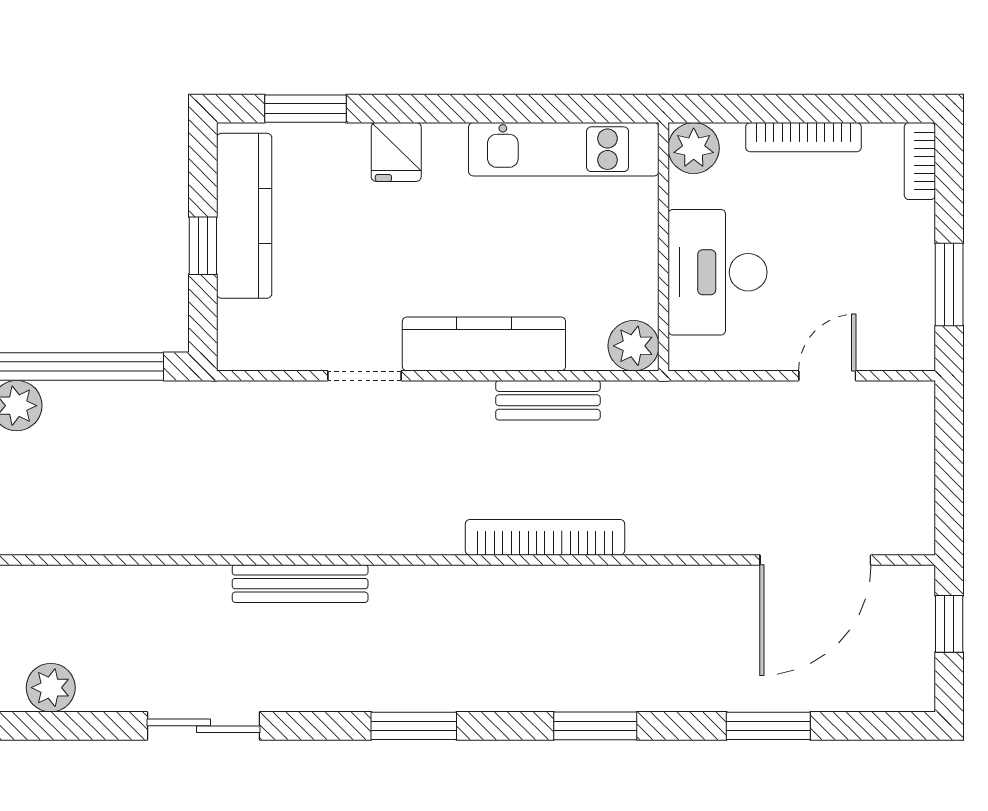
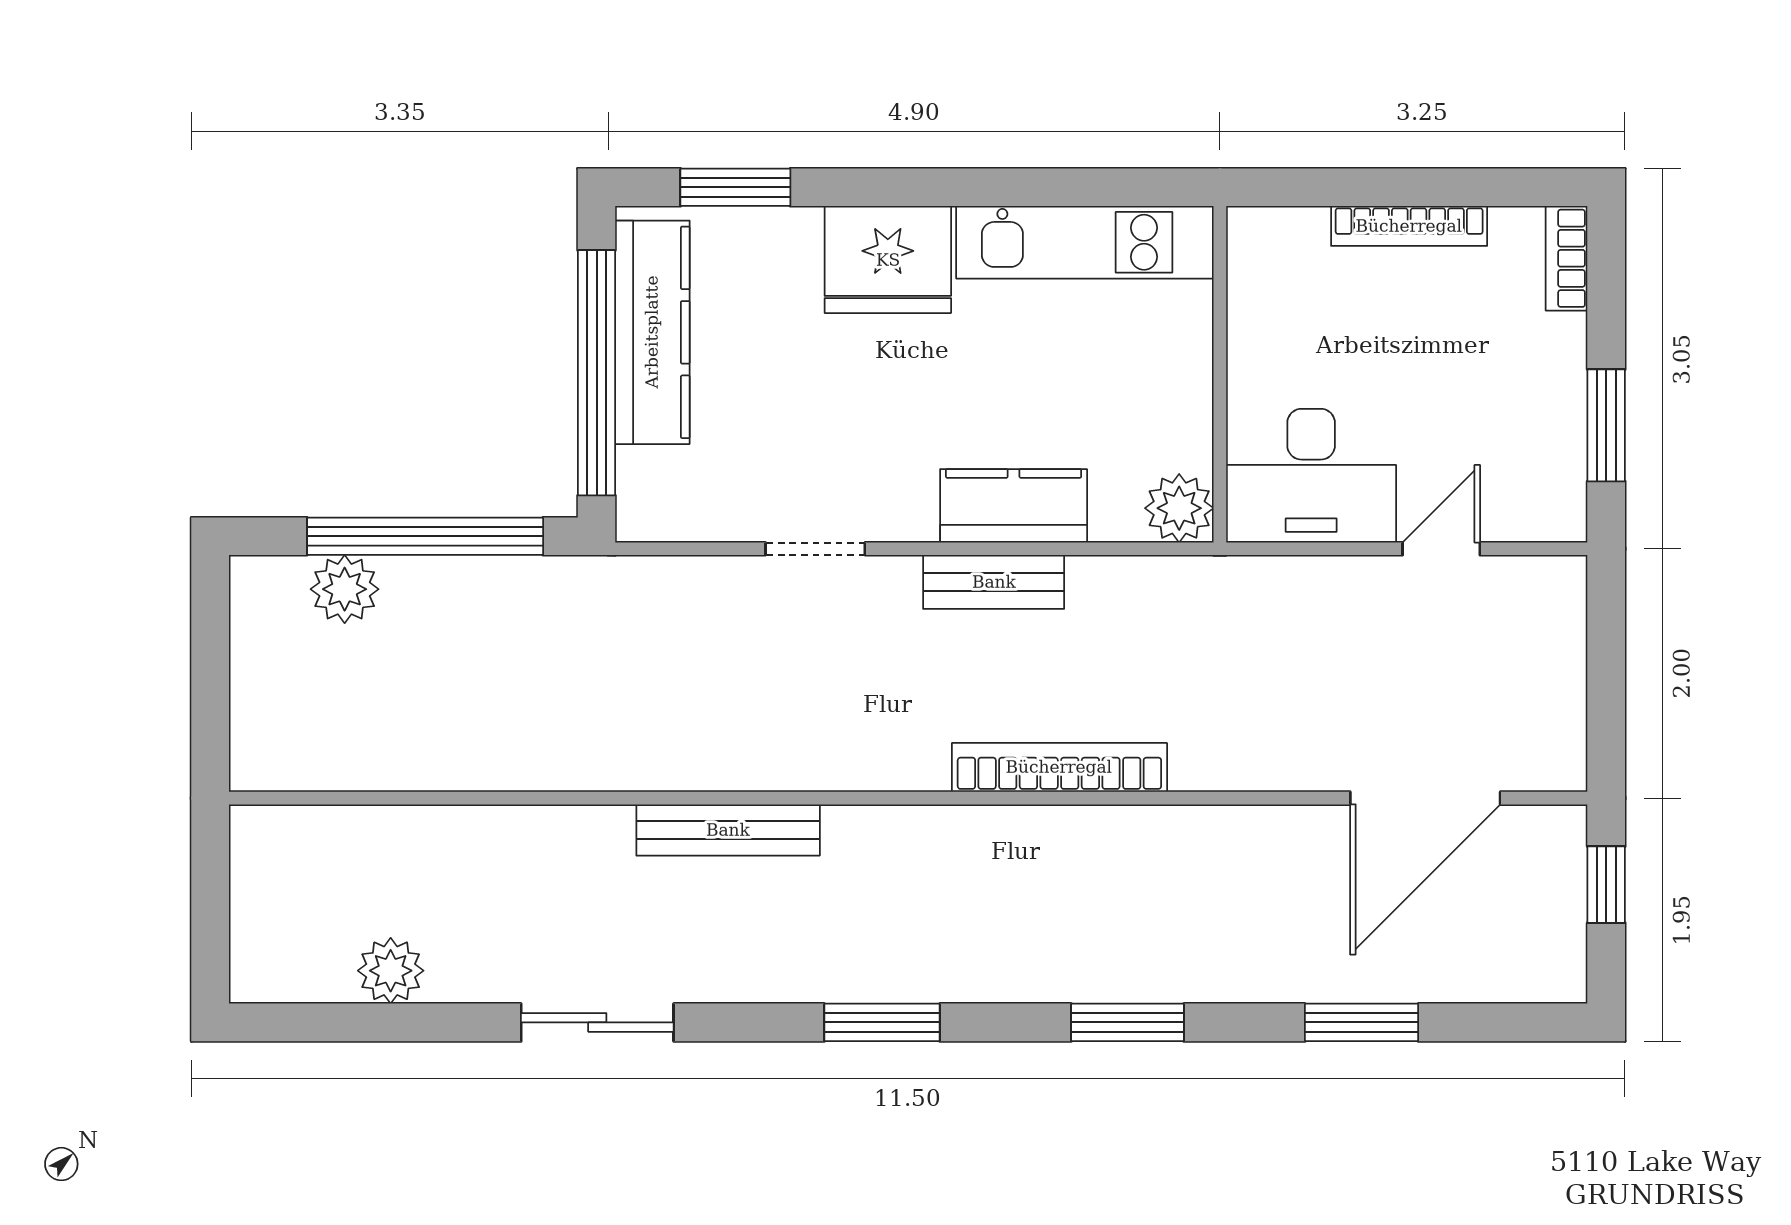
plant: (694, 148) -> (1261, 241), removed
fridge: (396, 152) -> (888, 260), width x1.88, depth x1.34
window: (203, 246) -> (597, 373), width x3.17
desk: (718, 272) -> (1311, 476), moved, turned -90
kitchen counter: (484, 344) -> (1014, 506), width x0.67
bench: (548, 400) -> (994, 582), moved

